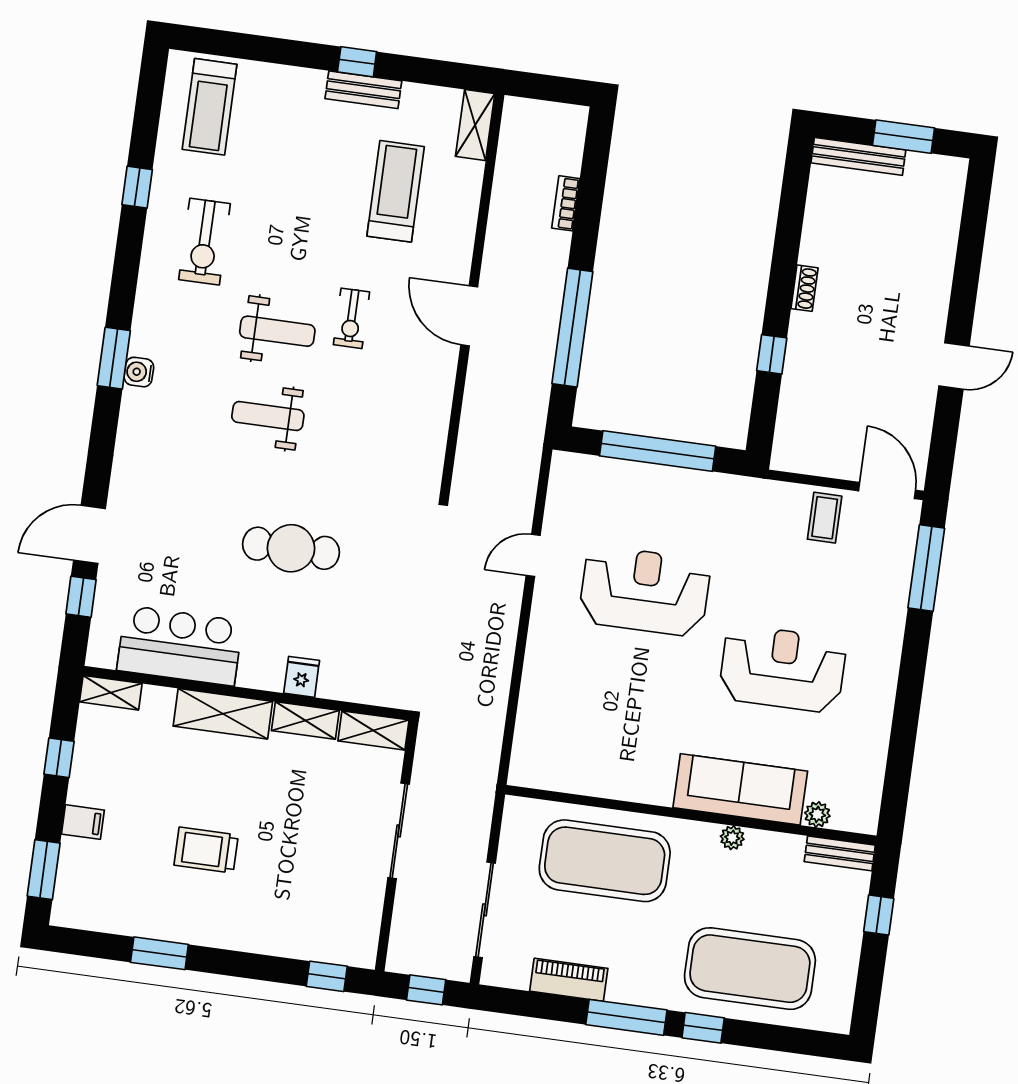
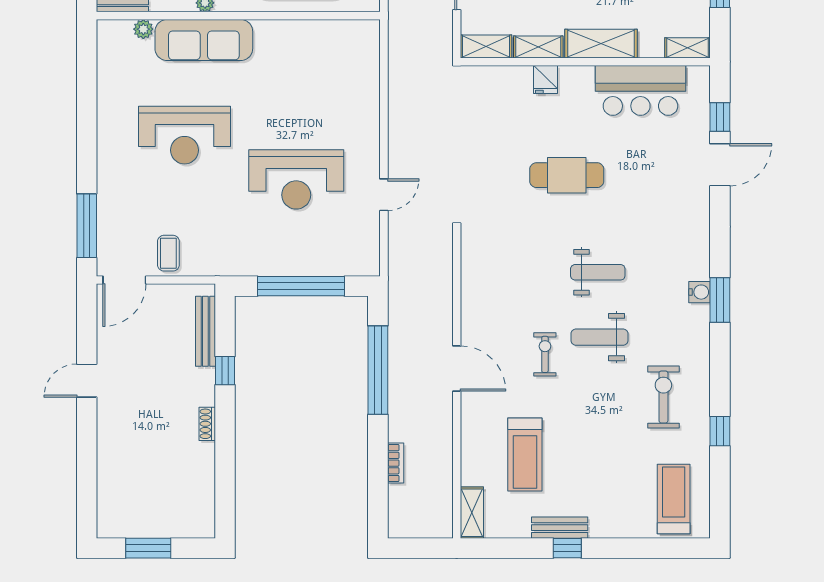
bench: (858, 156) -> (205, 331), moved, turned 90
door: (887, 491) -> (124, 280), hinge flipped

